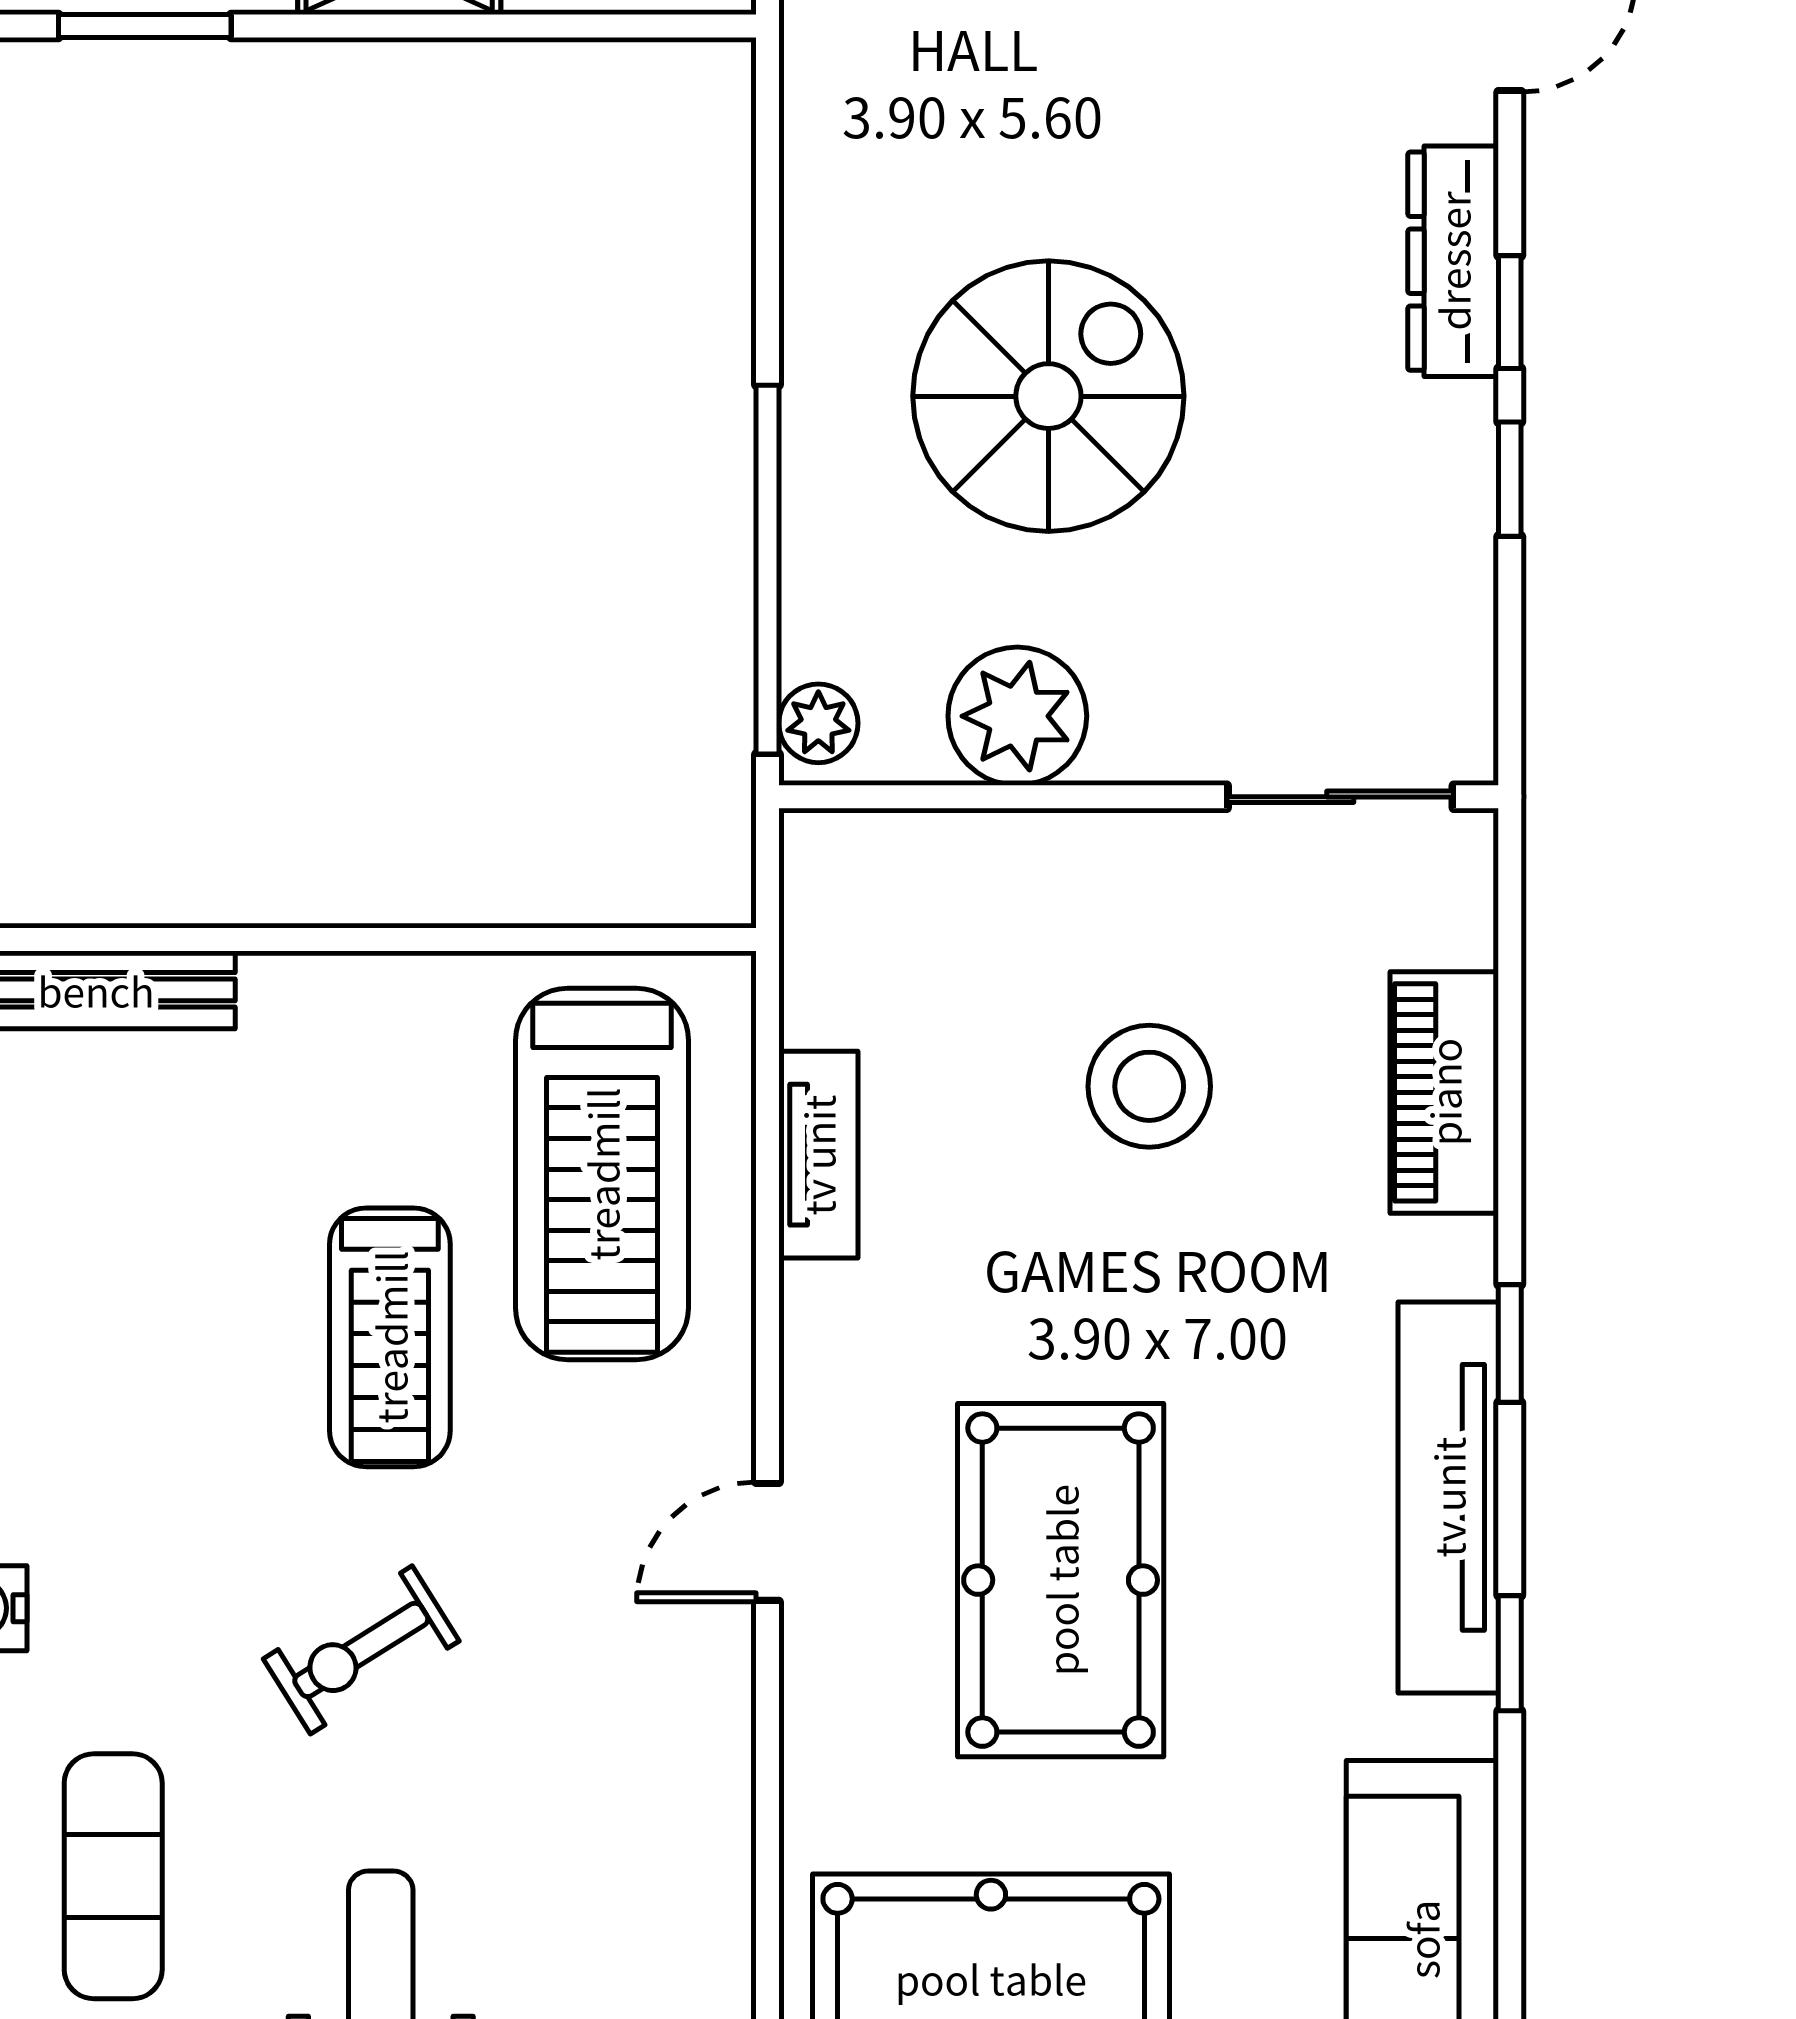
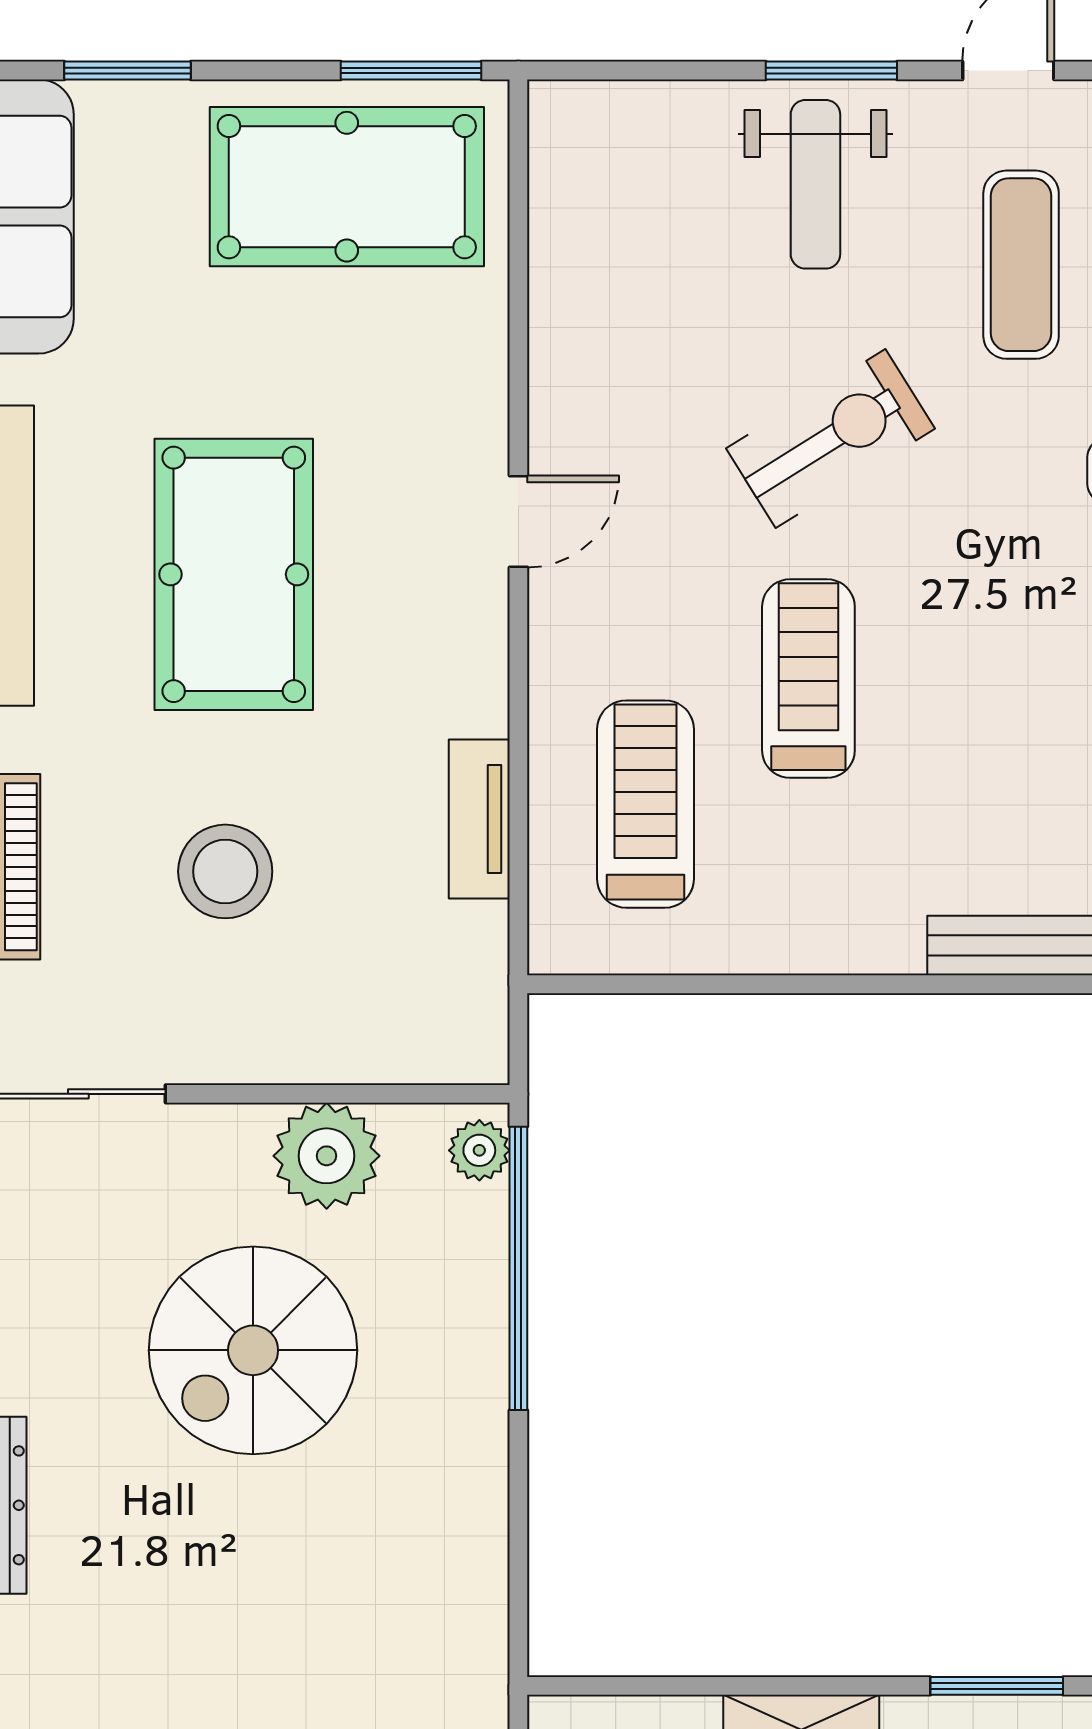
spiral stairs: (1048, 396) -> (253, 1350), moved
treadmill: (602, 1174) -> (646, 804), width x0.73, depth x0.73
pool table: (1061, 1580) -> (234, 574), moved
exercise bike: (361, 1650) -> (830, 439), width x1.38, depth x1.39

